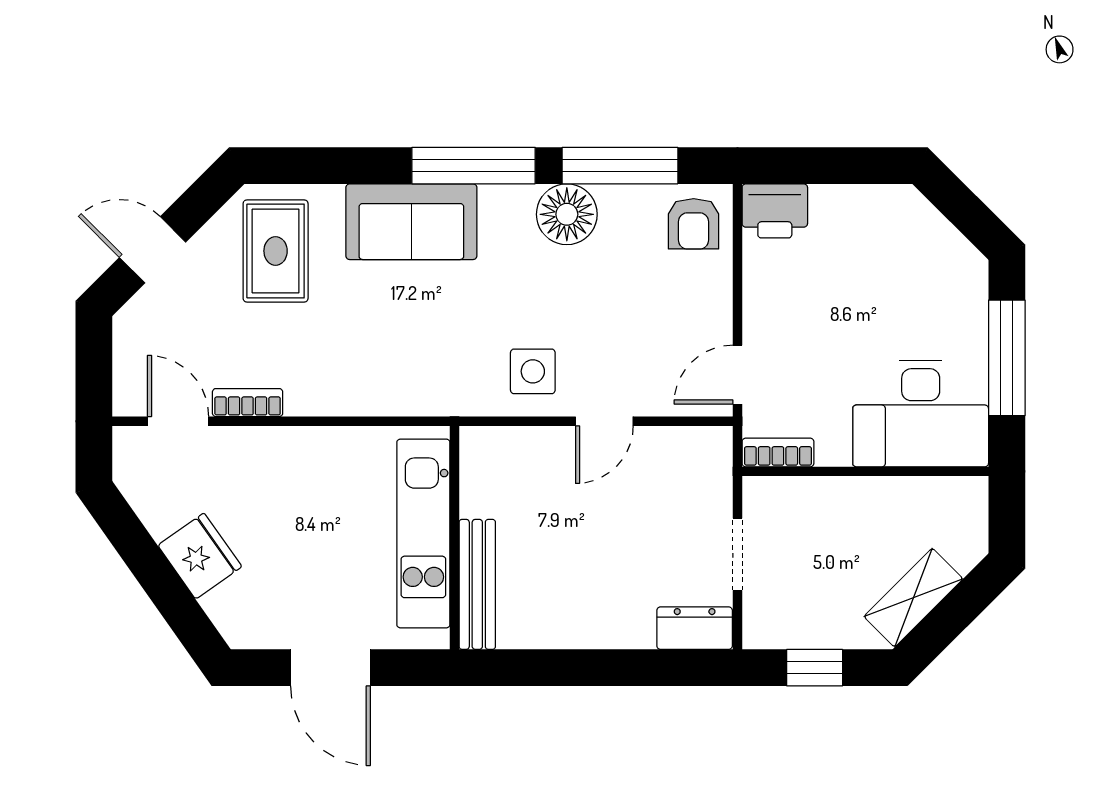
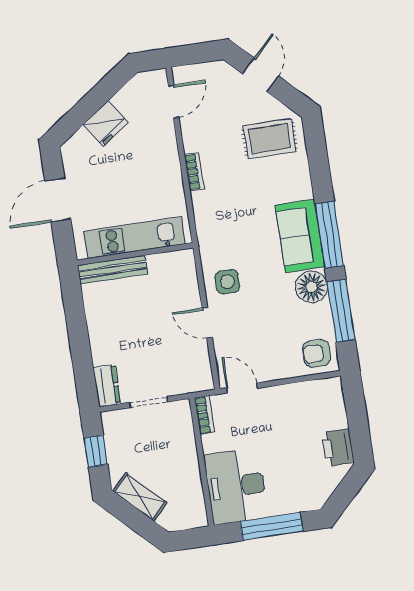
printer: (775, 211) -> (338, 448), moved
sofa: (411, 222) -> (300, 236), moved
bookcase: (248, 403) -> (194, 172), moved

